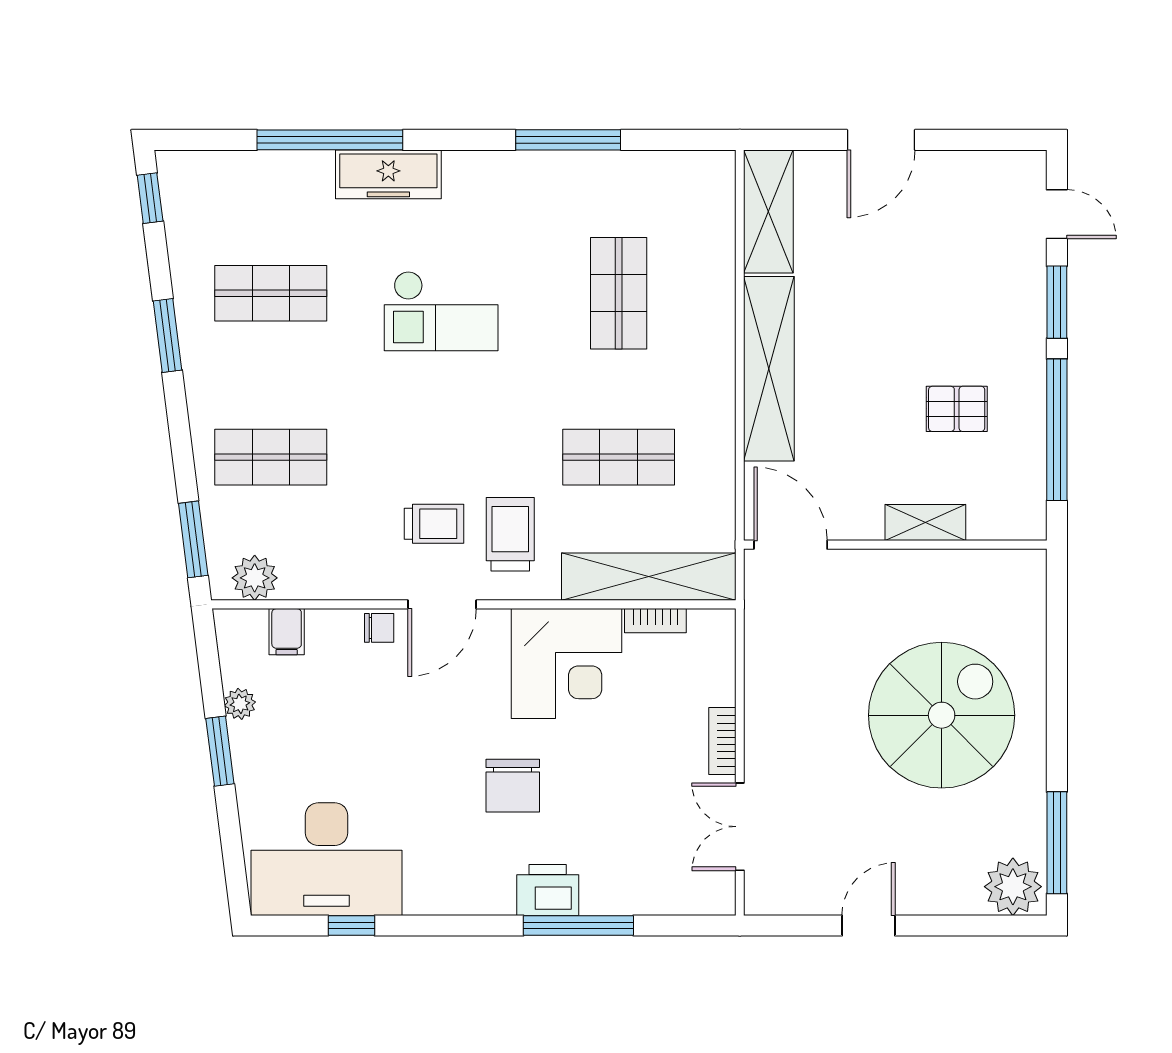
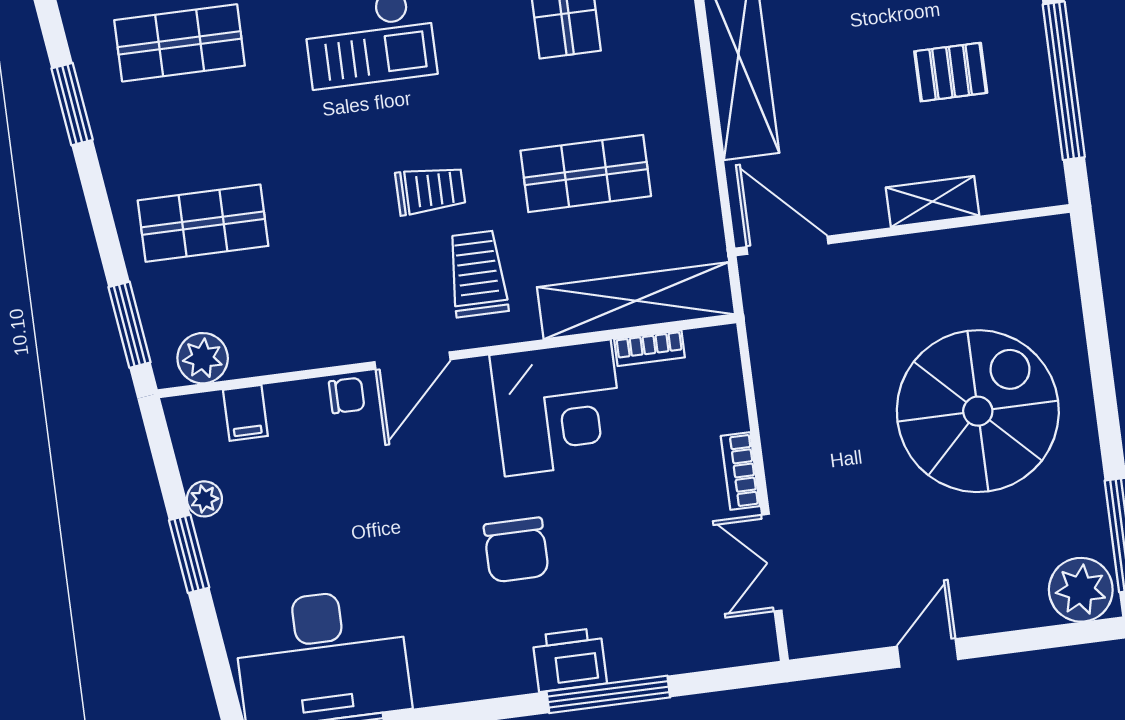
trolley: (434, 524) -> (430, 190), moved

